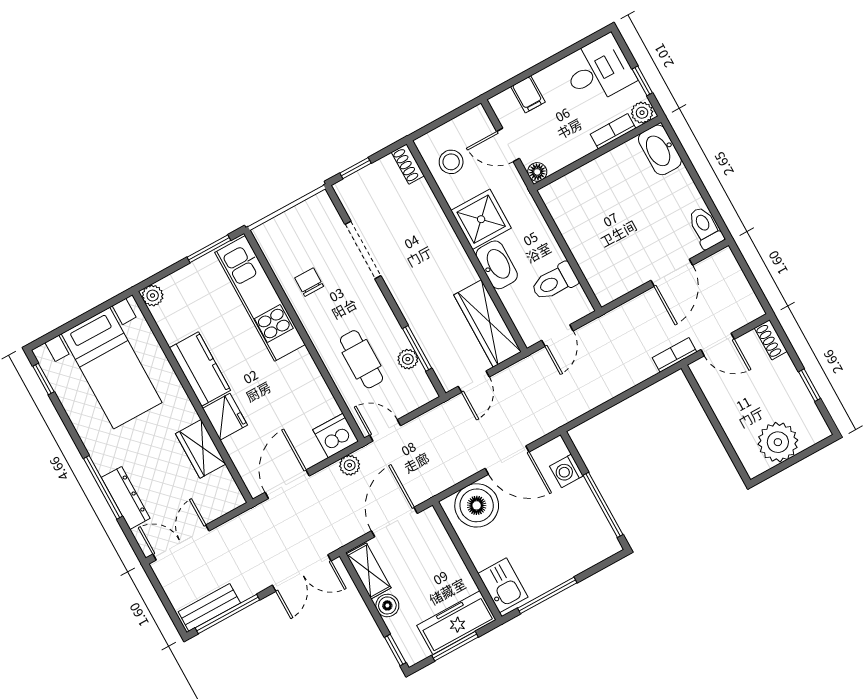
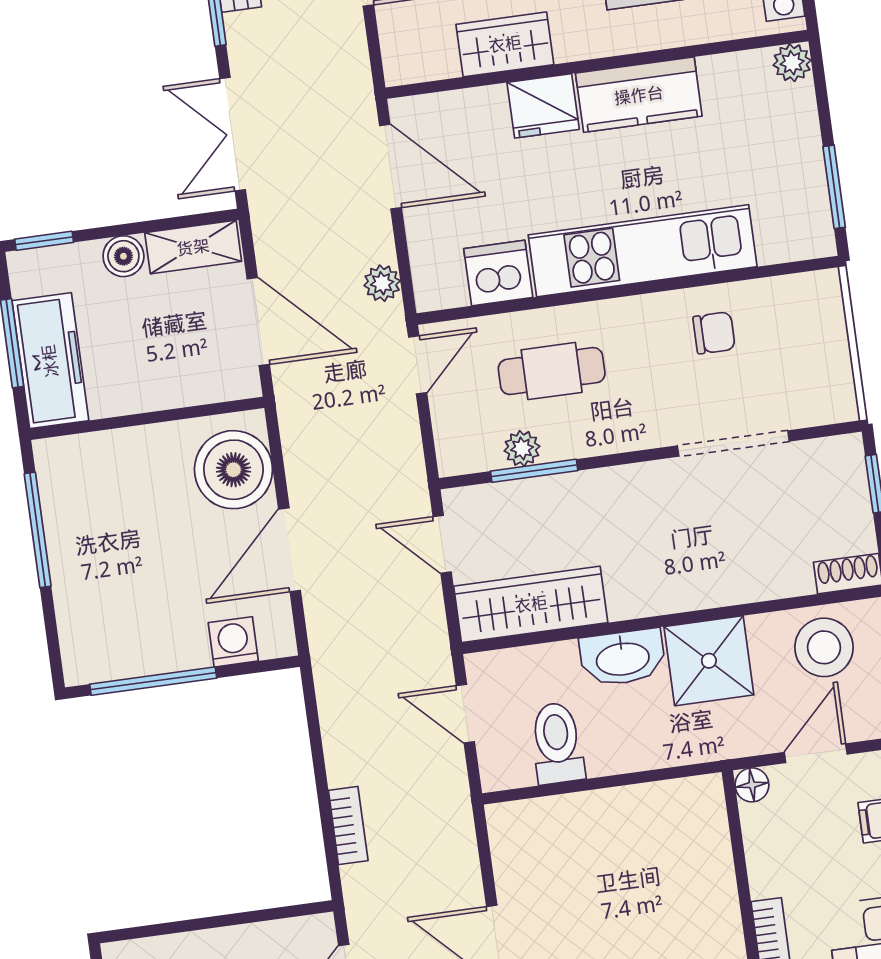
stool: (451, 162) -> (824, 647), width x1.38, depth x1.38
kitchen unit: (260, 298) -> (643, 251), moved
bookcase: (674, 355) -> (348, 825), moved
dishwasher: (336, 435) -> (498, 273), moved, turned -90
kitchen sink: (503, 585) -> (83, 462), removed

